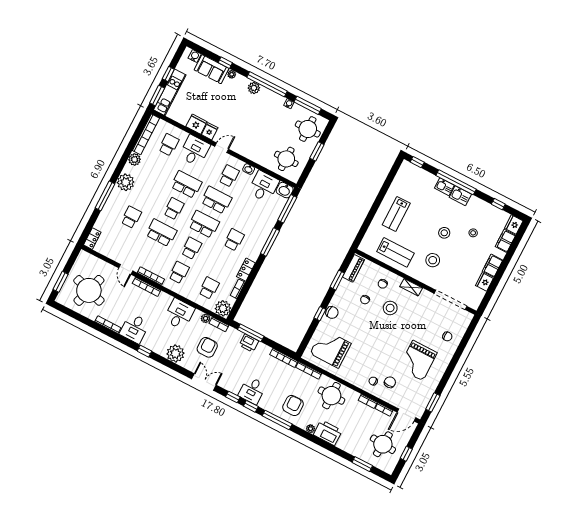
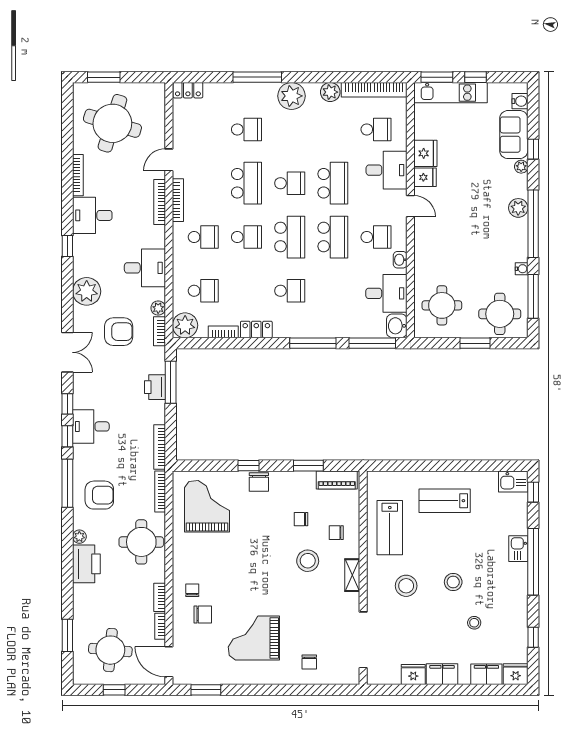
kitchen sink: (460, 196) -> (513, 482), moved, turned -90

